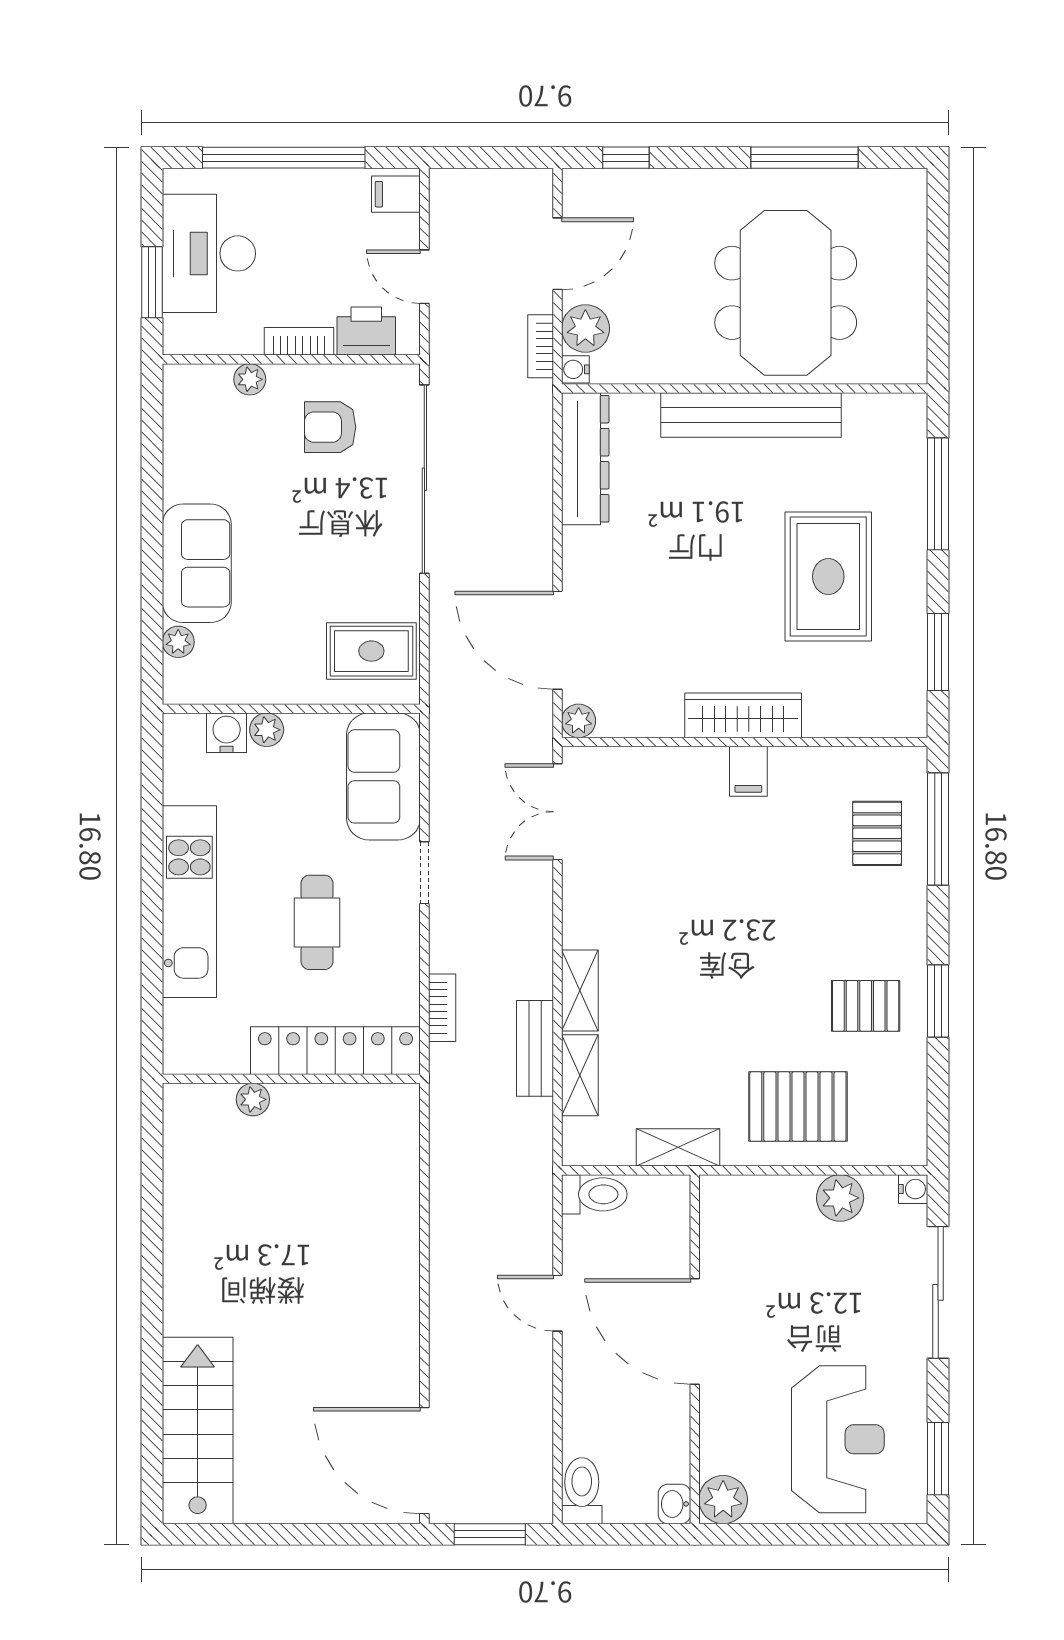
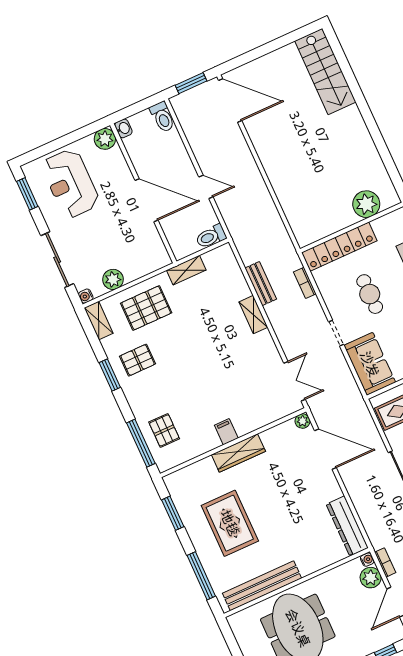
bench: (751, 415) -> (262, 586), moved
shelving: (580, 1075) -> (99, 321), moved
plant: (253, 1099) -> (366, 204), width x1.88, depth x1.88

